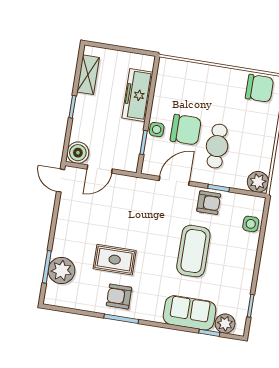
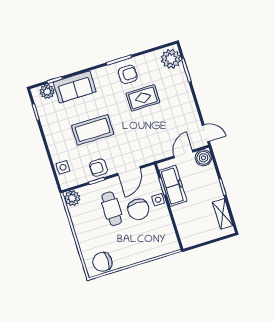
freezer: (137, 95) -> (173, 186), moved
chair: (186, 130) -> (138, 209), turned -90
coffee table: (193, 251) -> (93, 130), turned 90
plant: (61, 271) -> (171, 59), moved

